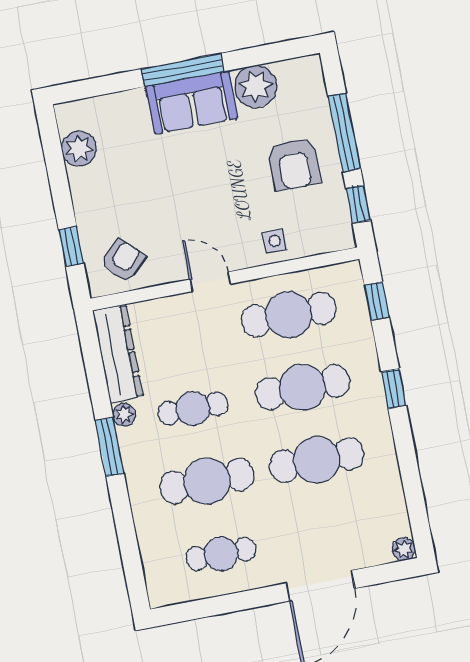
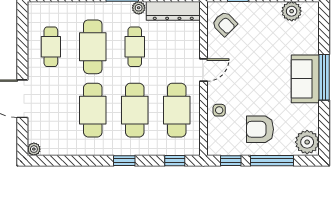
plant: (256, 87) -> (307, 142), moved

